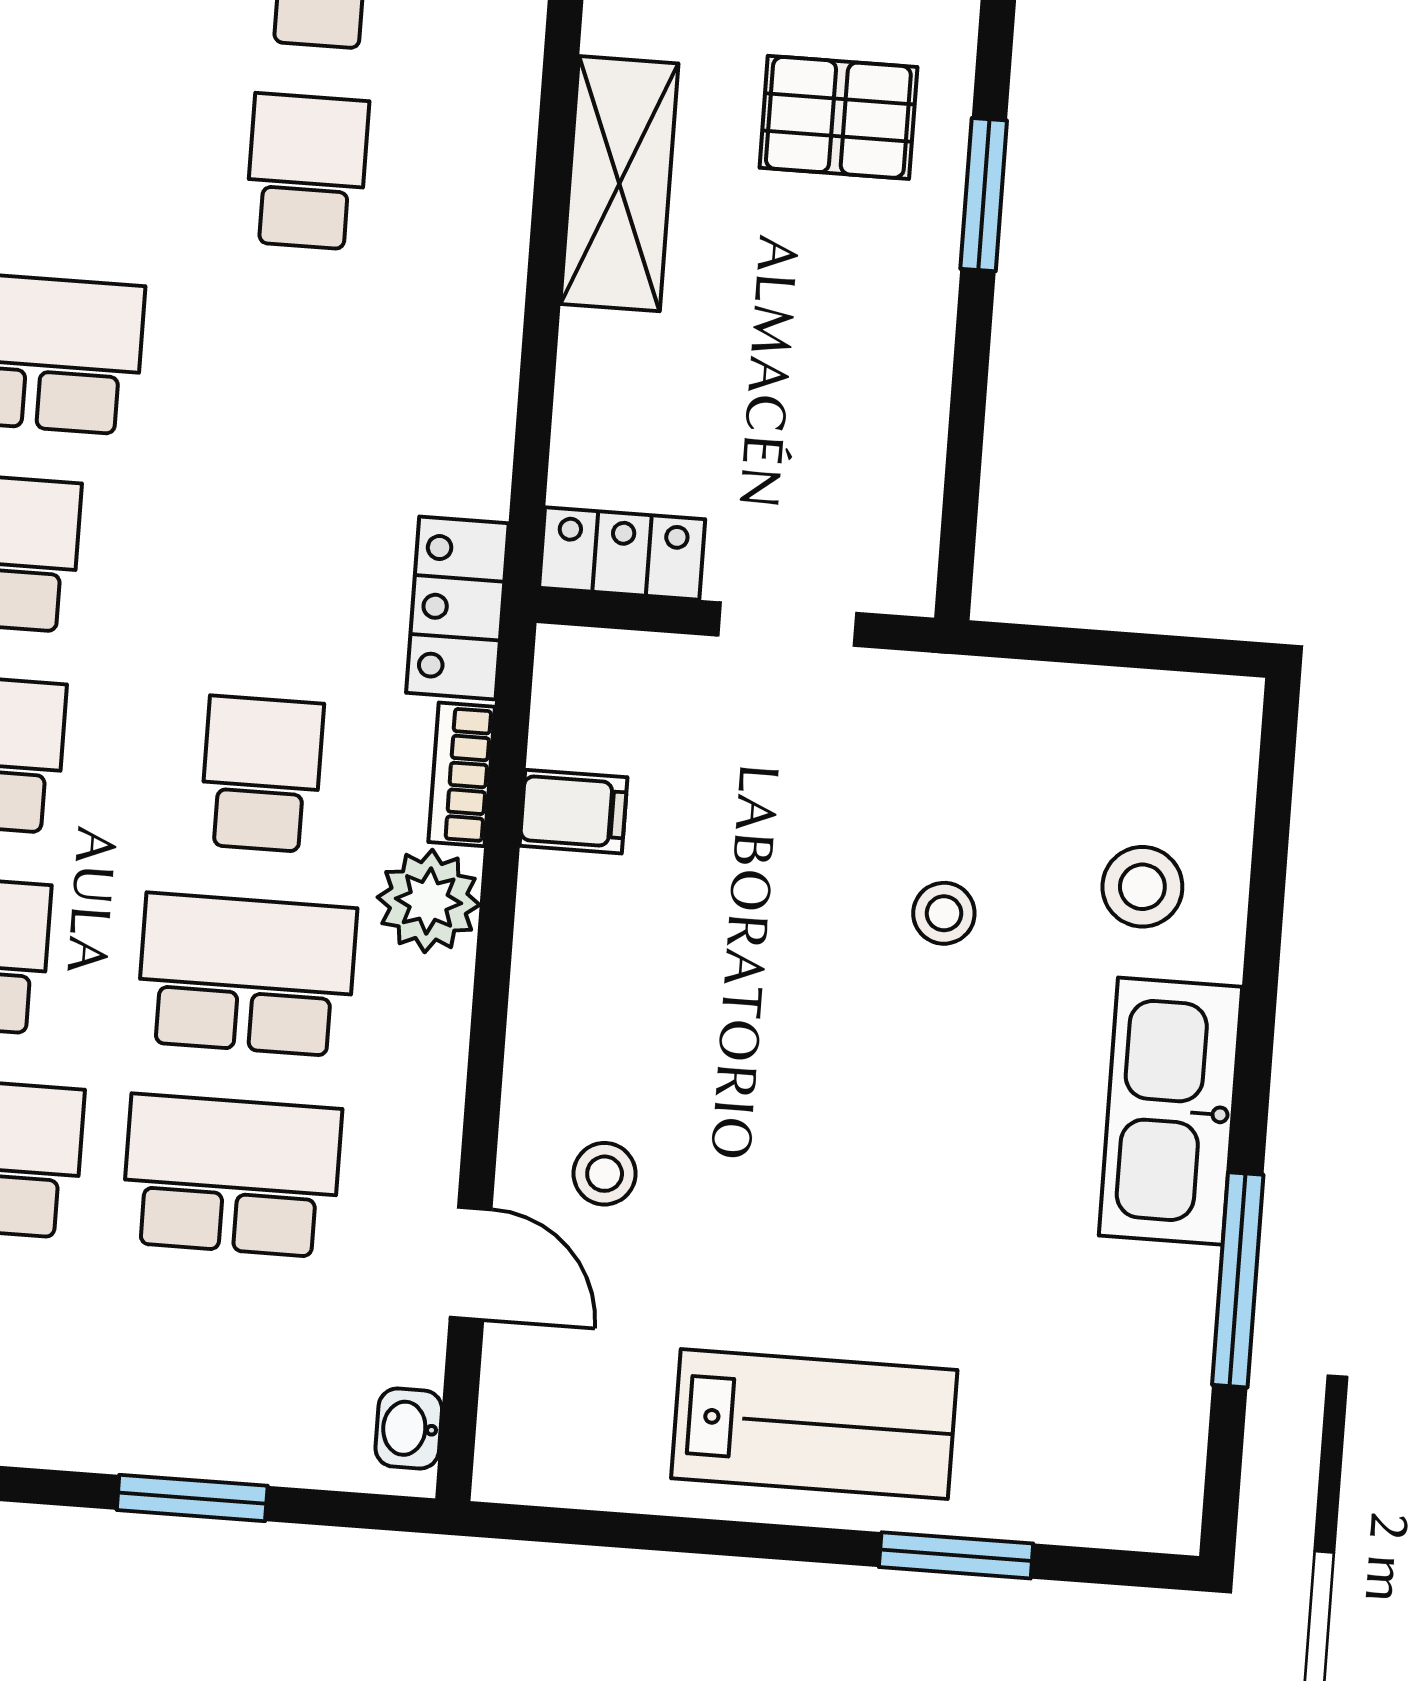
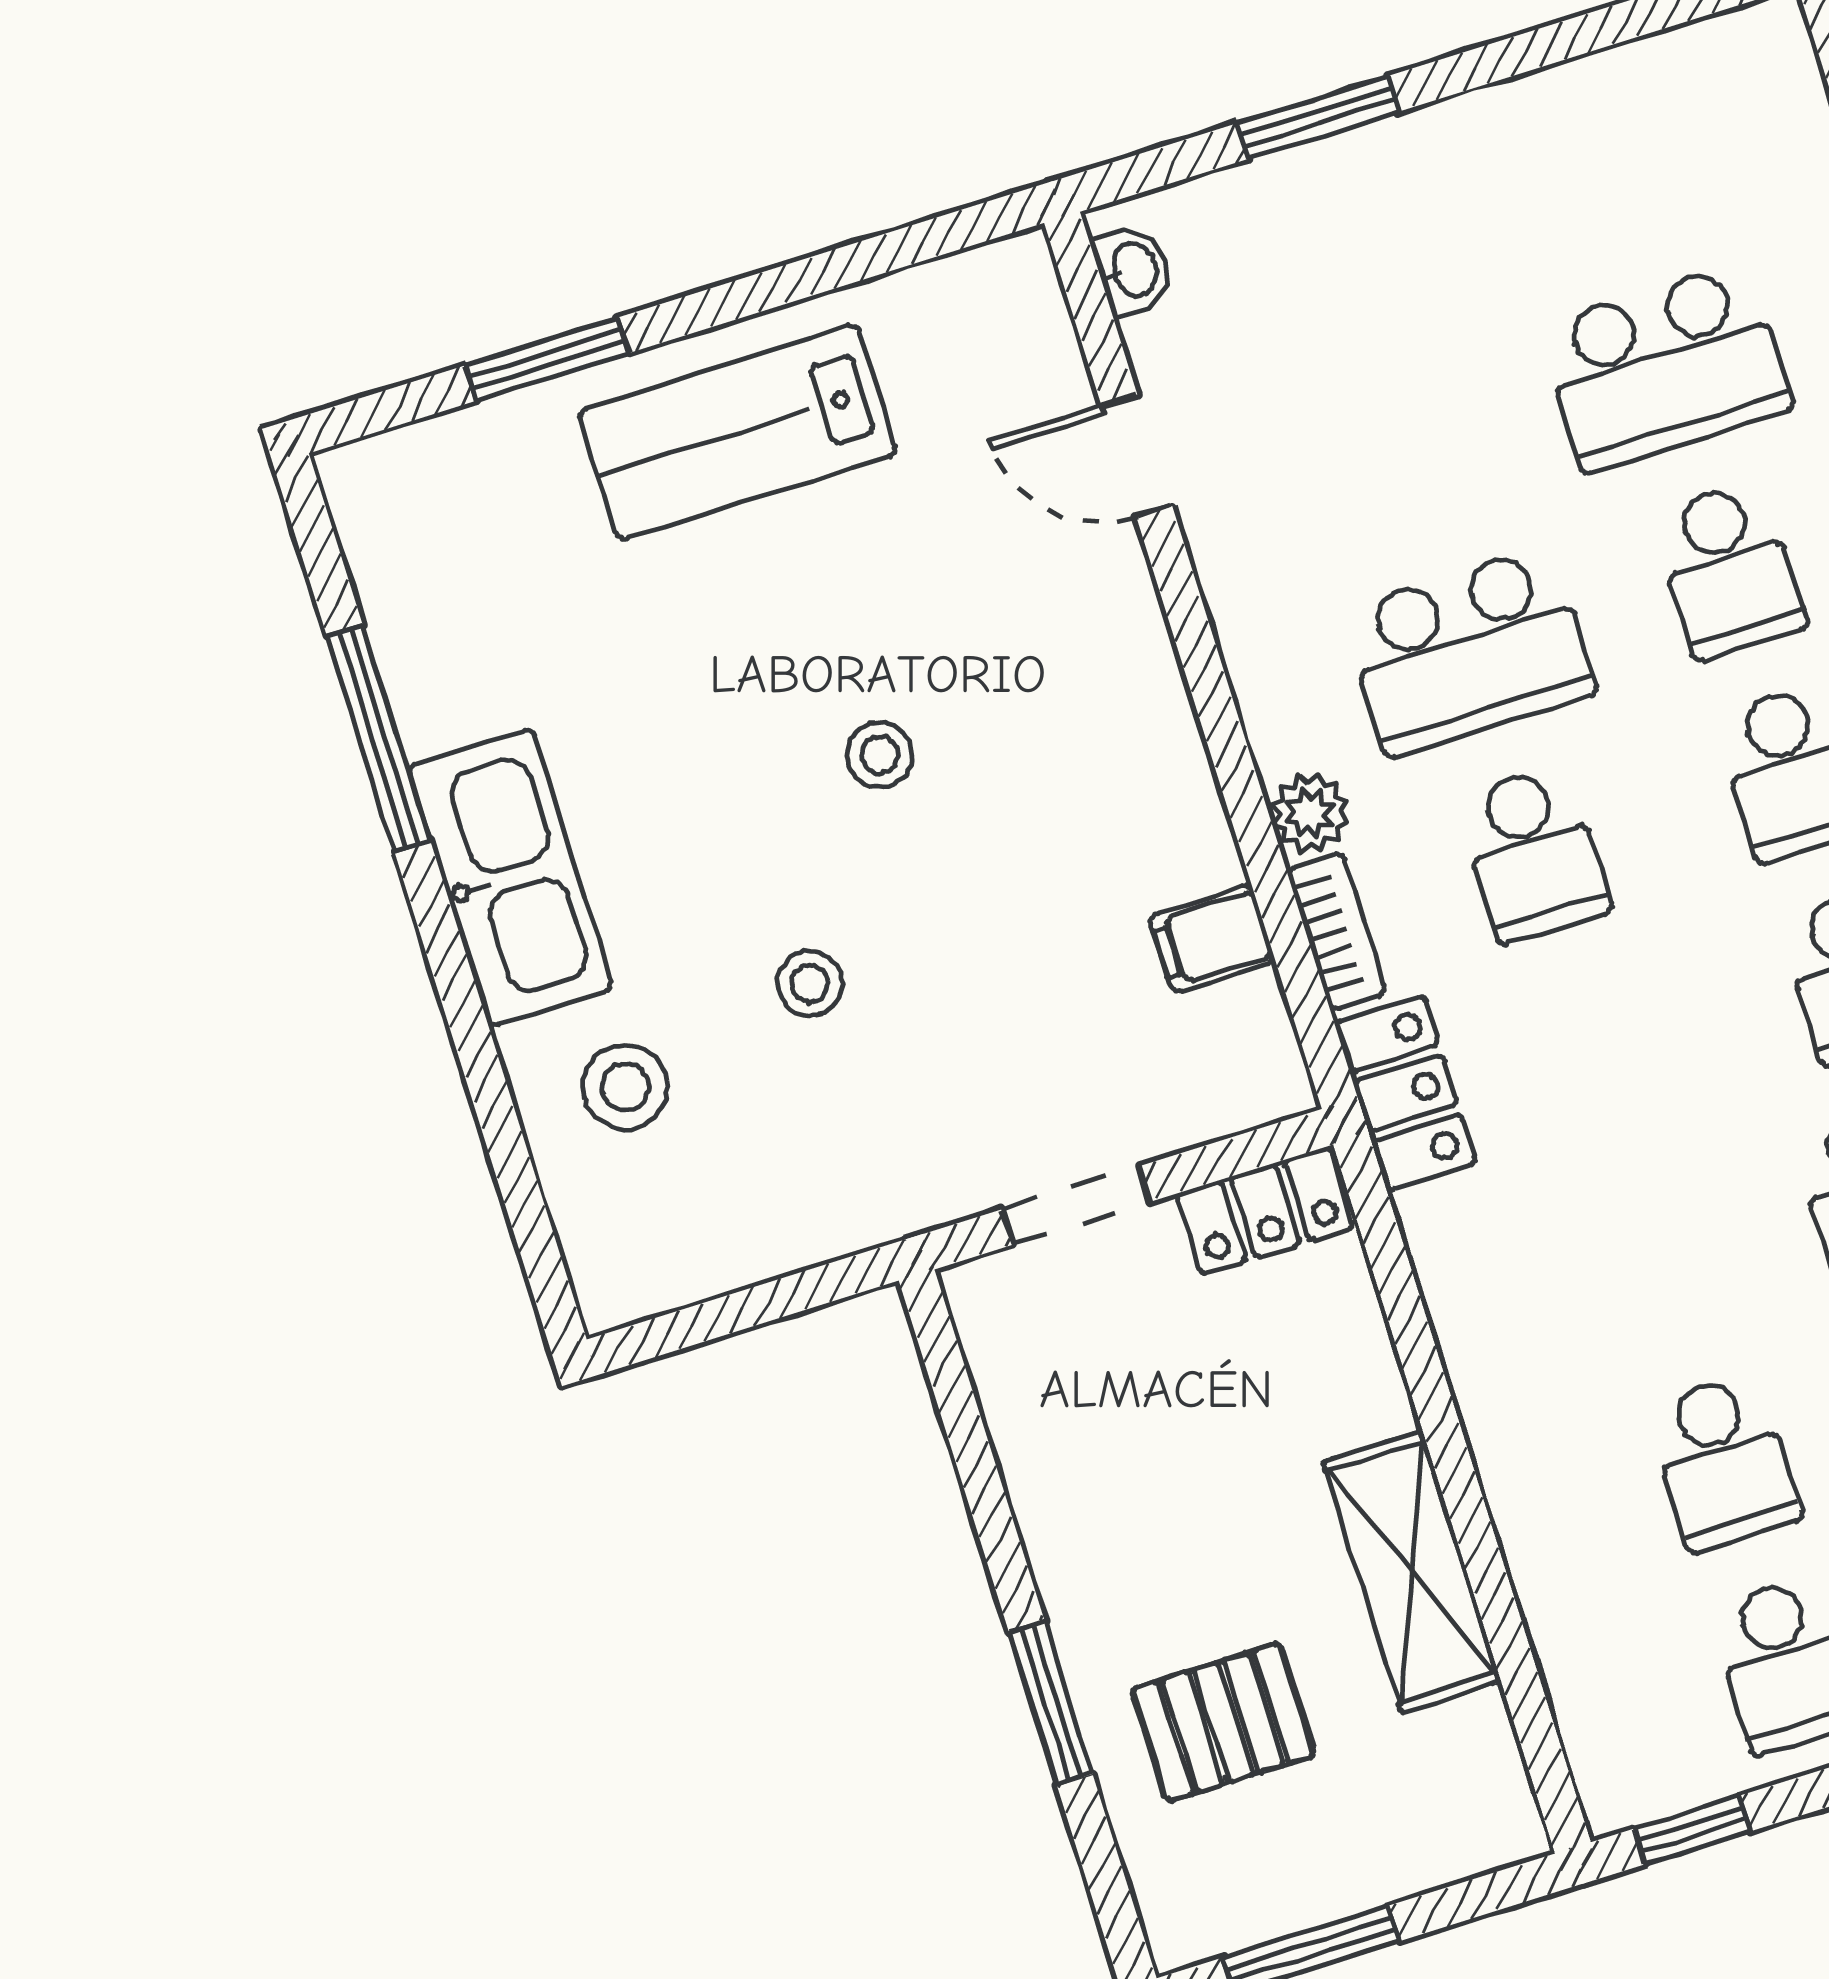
plant: (429, 901) -> (1310, 813), width x0.73, depth x0.73
stool: (605, 1174) -> (879, 755), moved
school desk: (231, 1176) -> (1406, 449), removed

